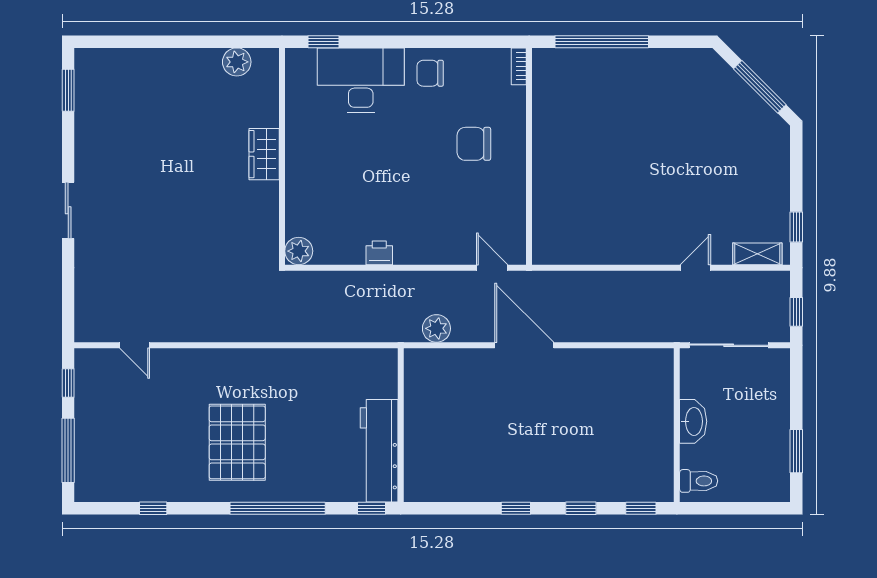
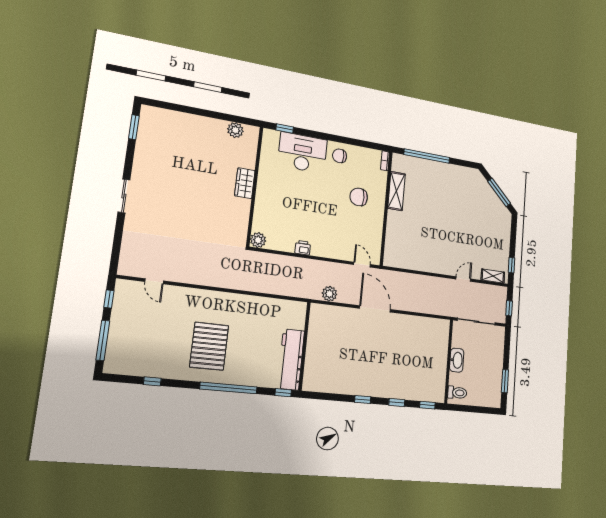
shelving: (546, 120) -> (396, 191), added

